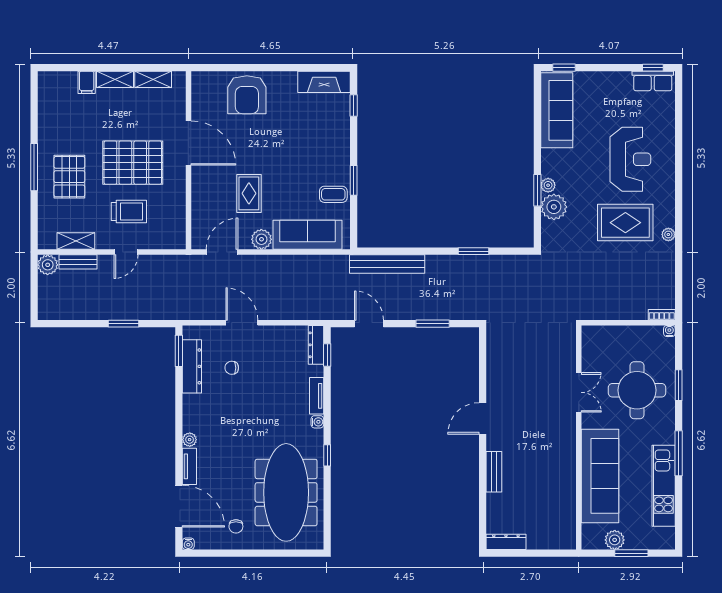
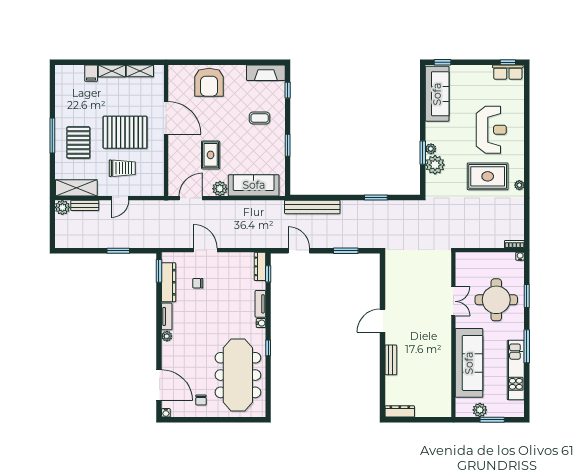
coffee table: (333, 194) -> (260, 118), moved
shelving: (76, 241) -> (76, 188), width x1.50, depth x1.33
tv unit: (189, 466) -> (167, 316), moved

